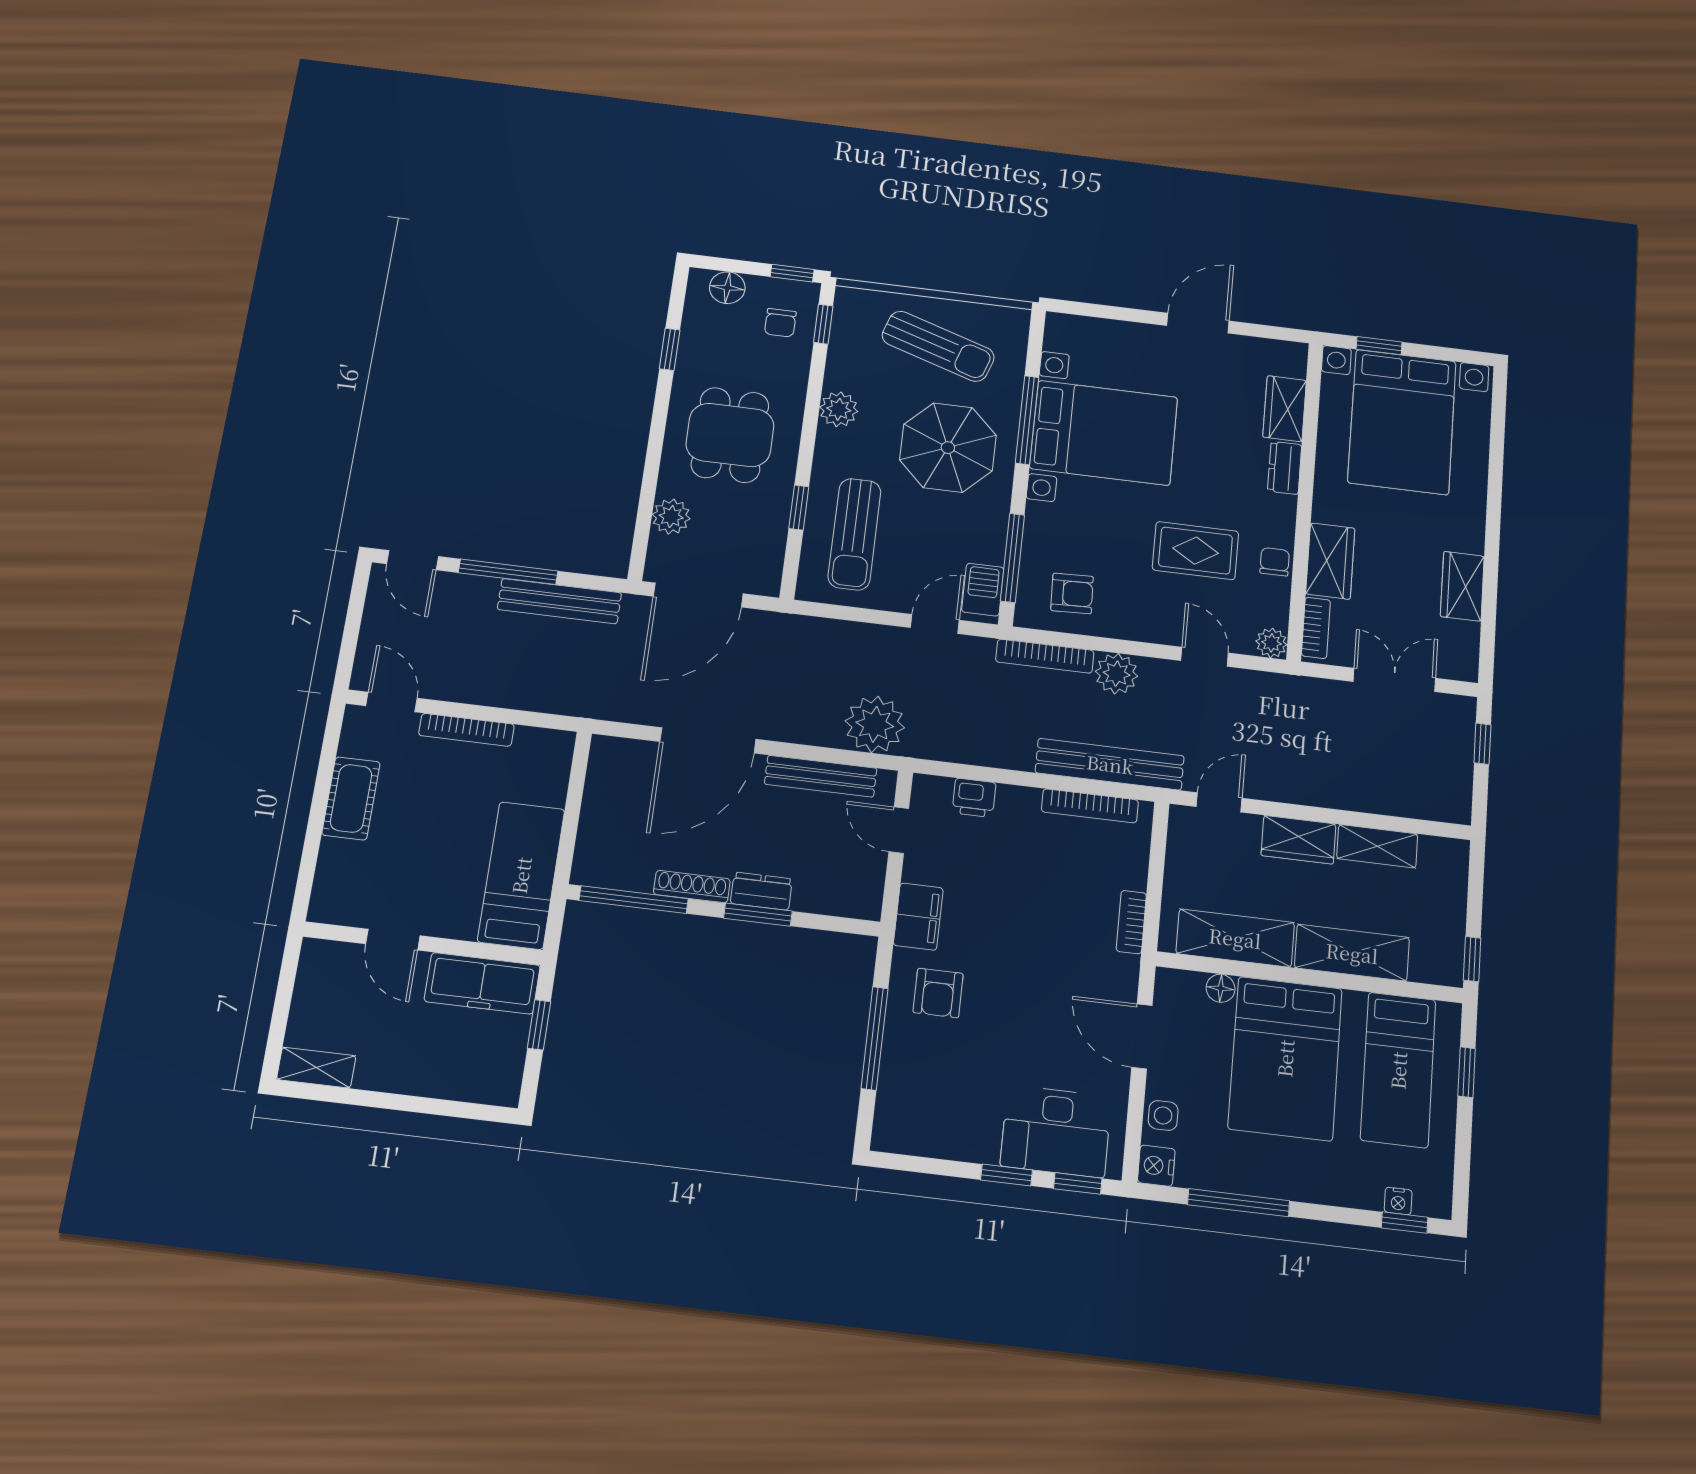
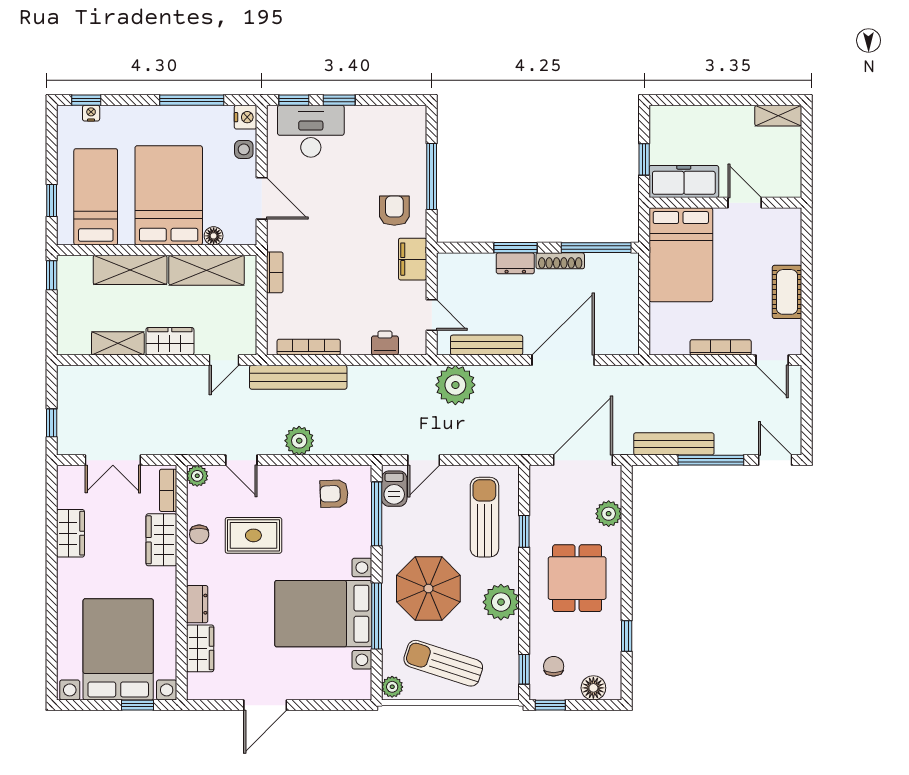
plant: (1015, 325) -> (392, 687), added
plant: (839, 409) -> (501, 602), width x1.36, depth x1.36
bookcase: (1045, 656) -> (348, 447), removed
bed: (521, 875) -> (681, 255), width x1.50

